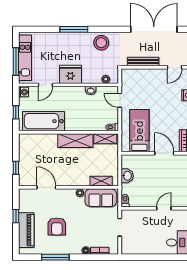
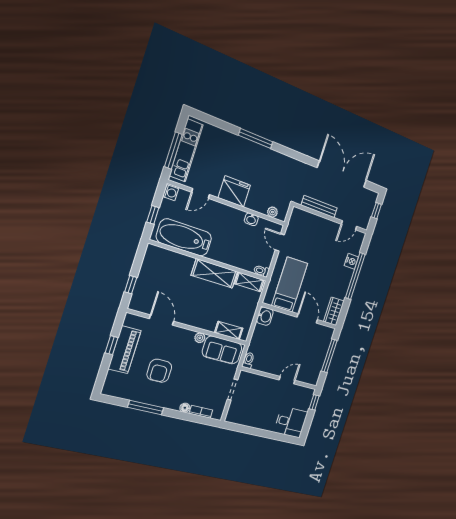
stool: (101, 43) -> (281, 167), removed
washbasin: (127, 176) -> (265, 316), moved
piano: (26, 230) -> (125, 350), moved

